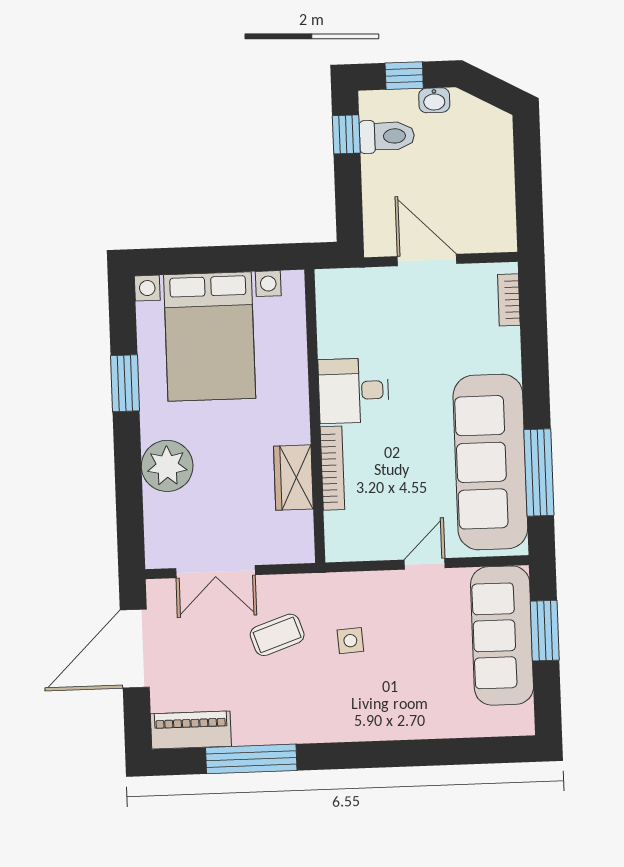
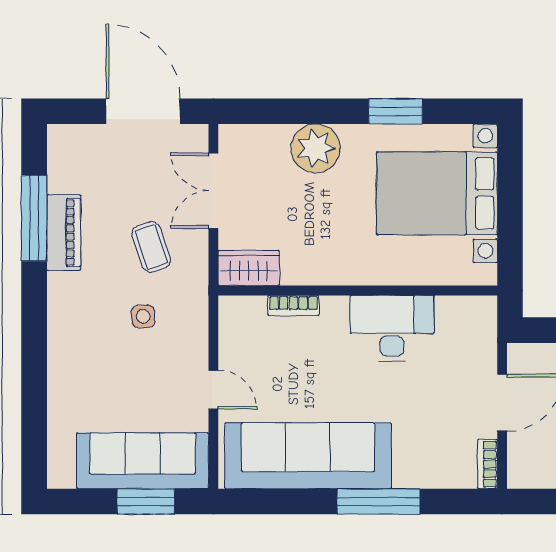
bookcase: (509, 300) -> (487, 464), moved, turned -90
desk: (354, 391) -> (392, 328), width x1.37
bookcase: (332, 468) -> (293, 305), width x0.64
window: (539, 472) -> (379, 501), moved
wardrobe: (293, 478) -> (249, 268), moved
piano: (191, 730) -> (64, 233), moved

